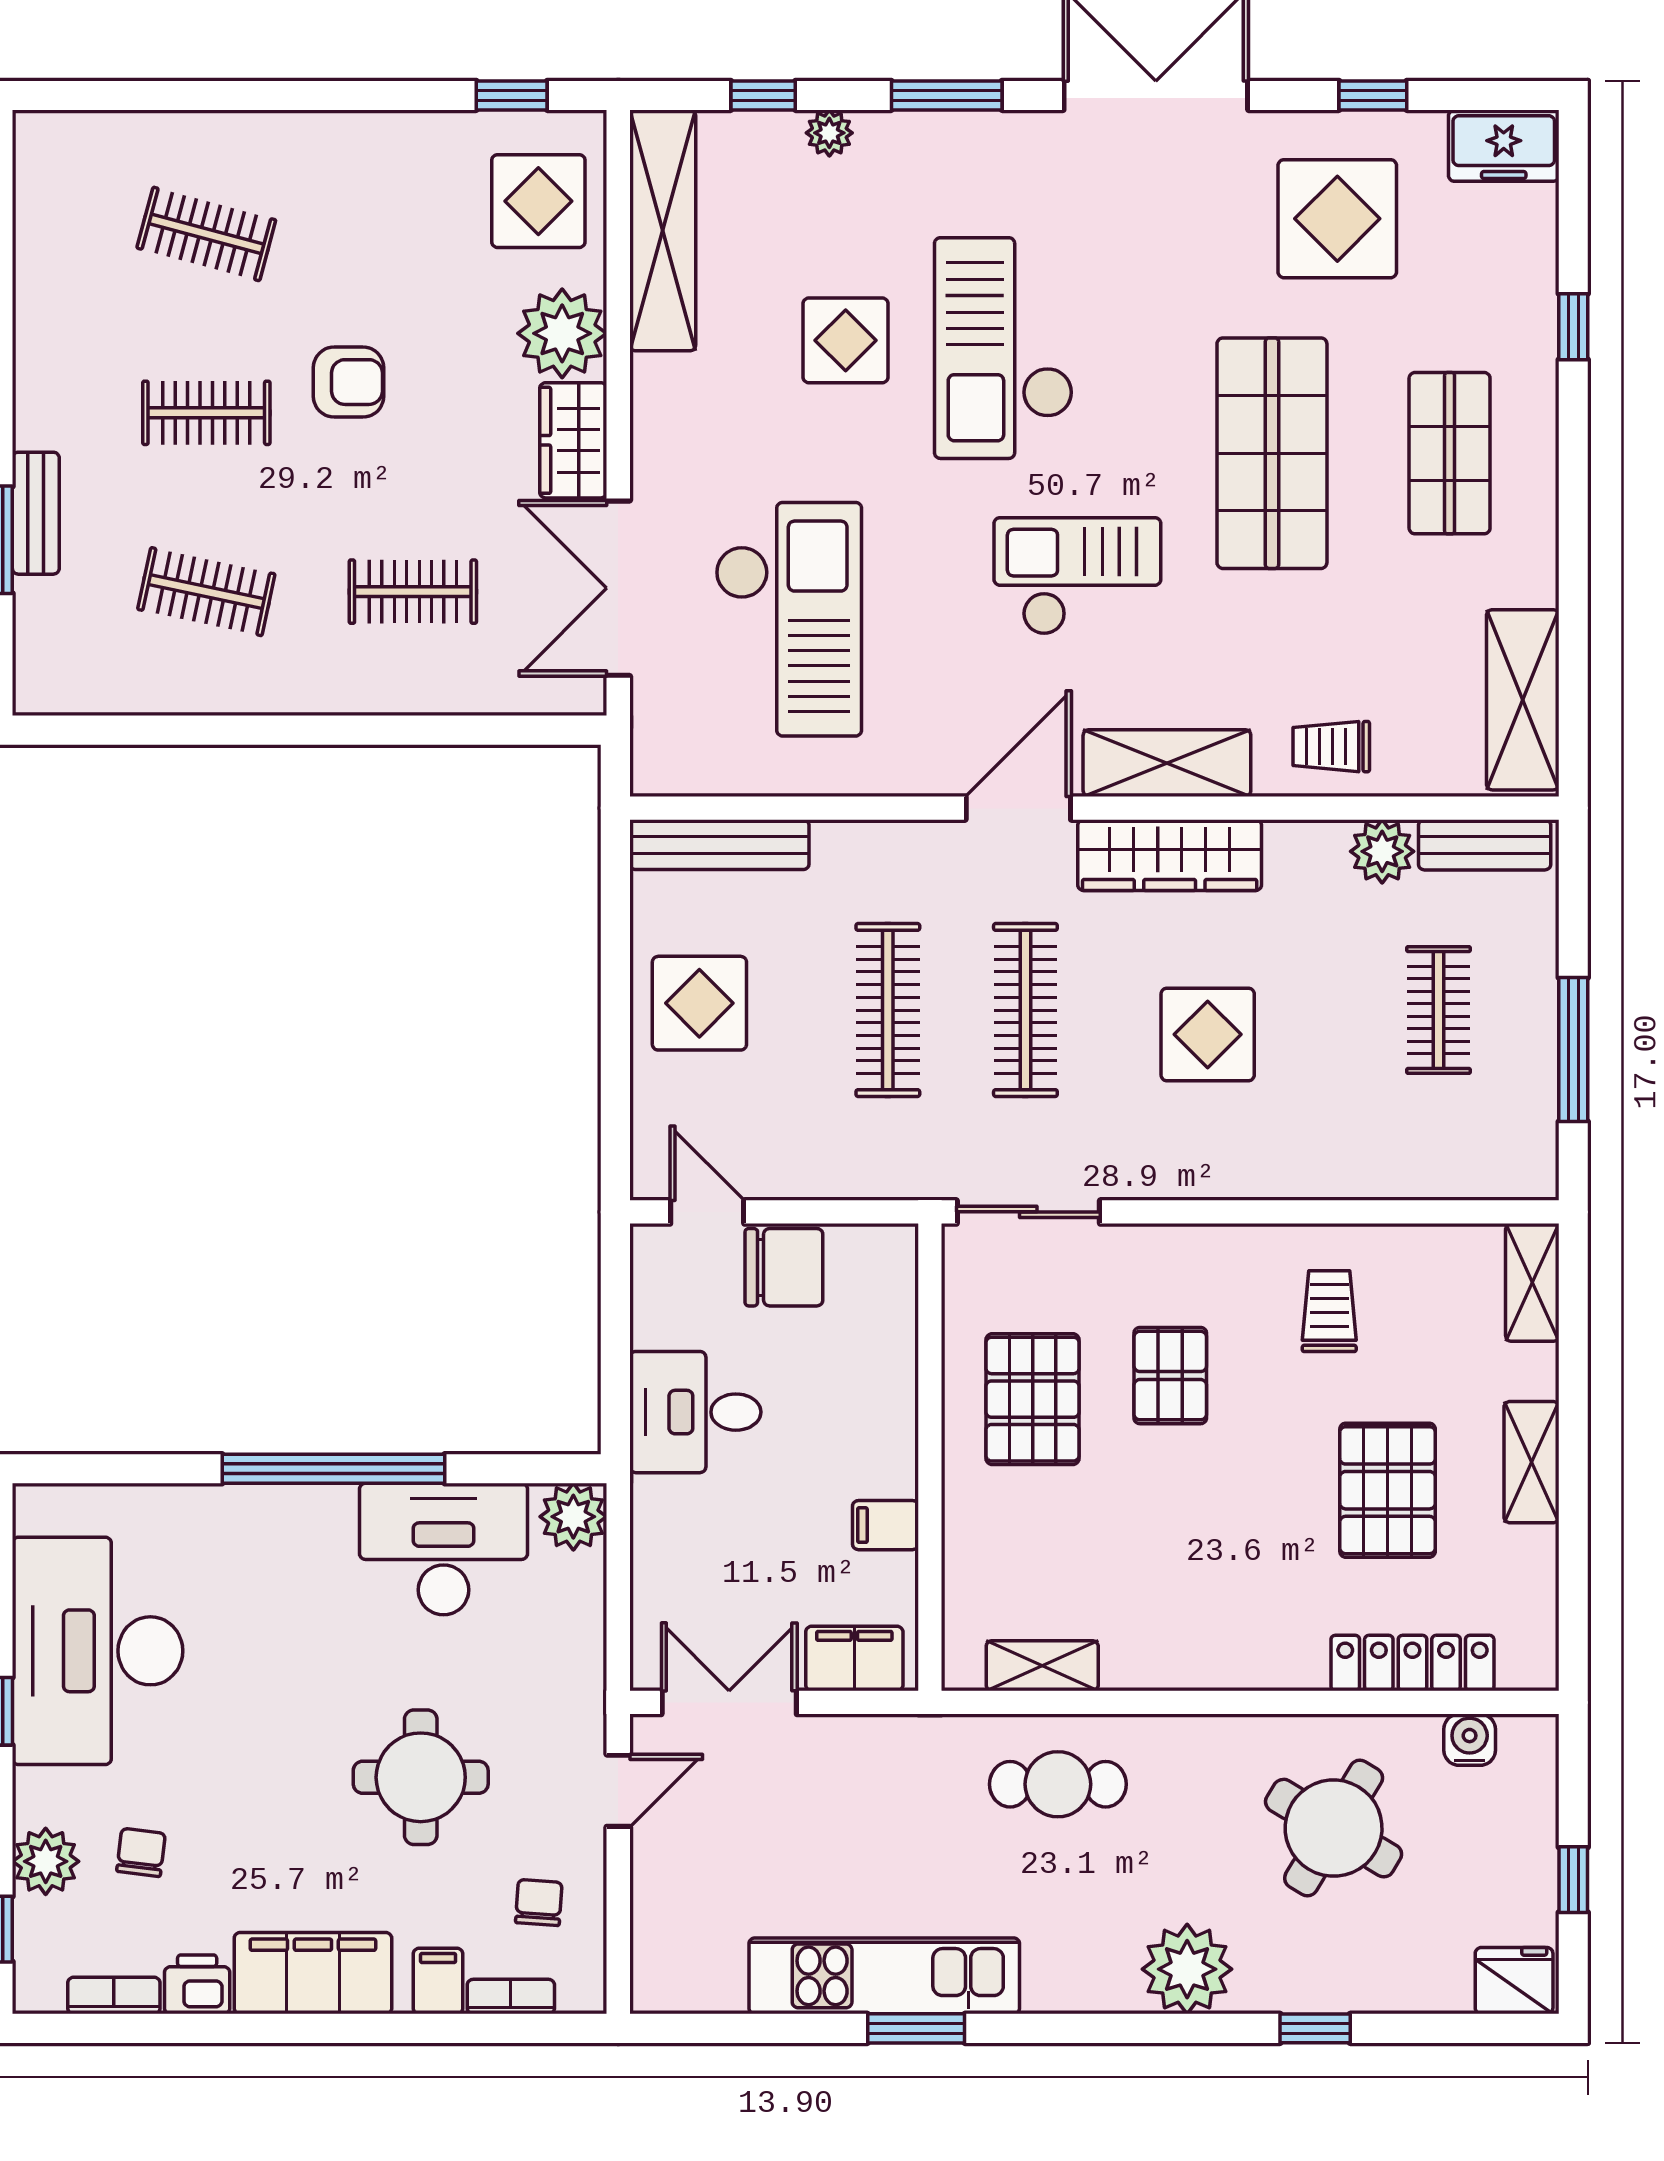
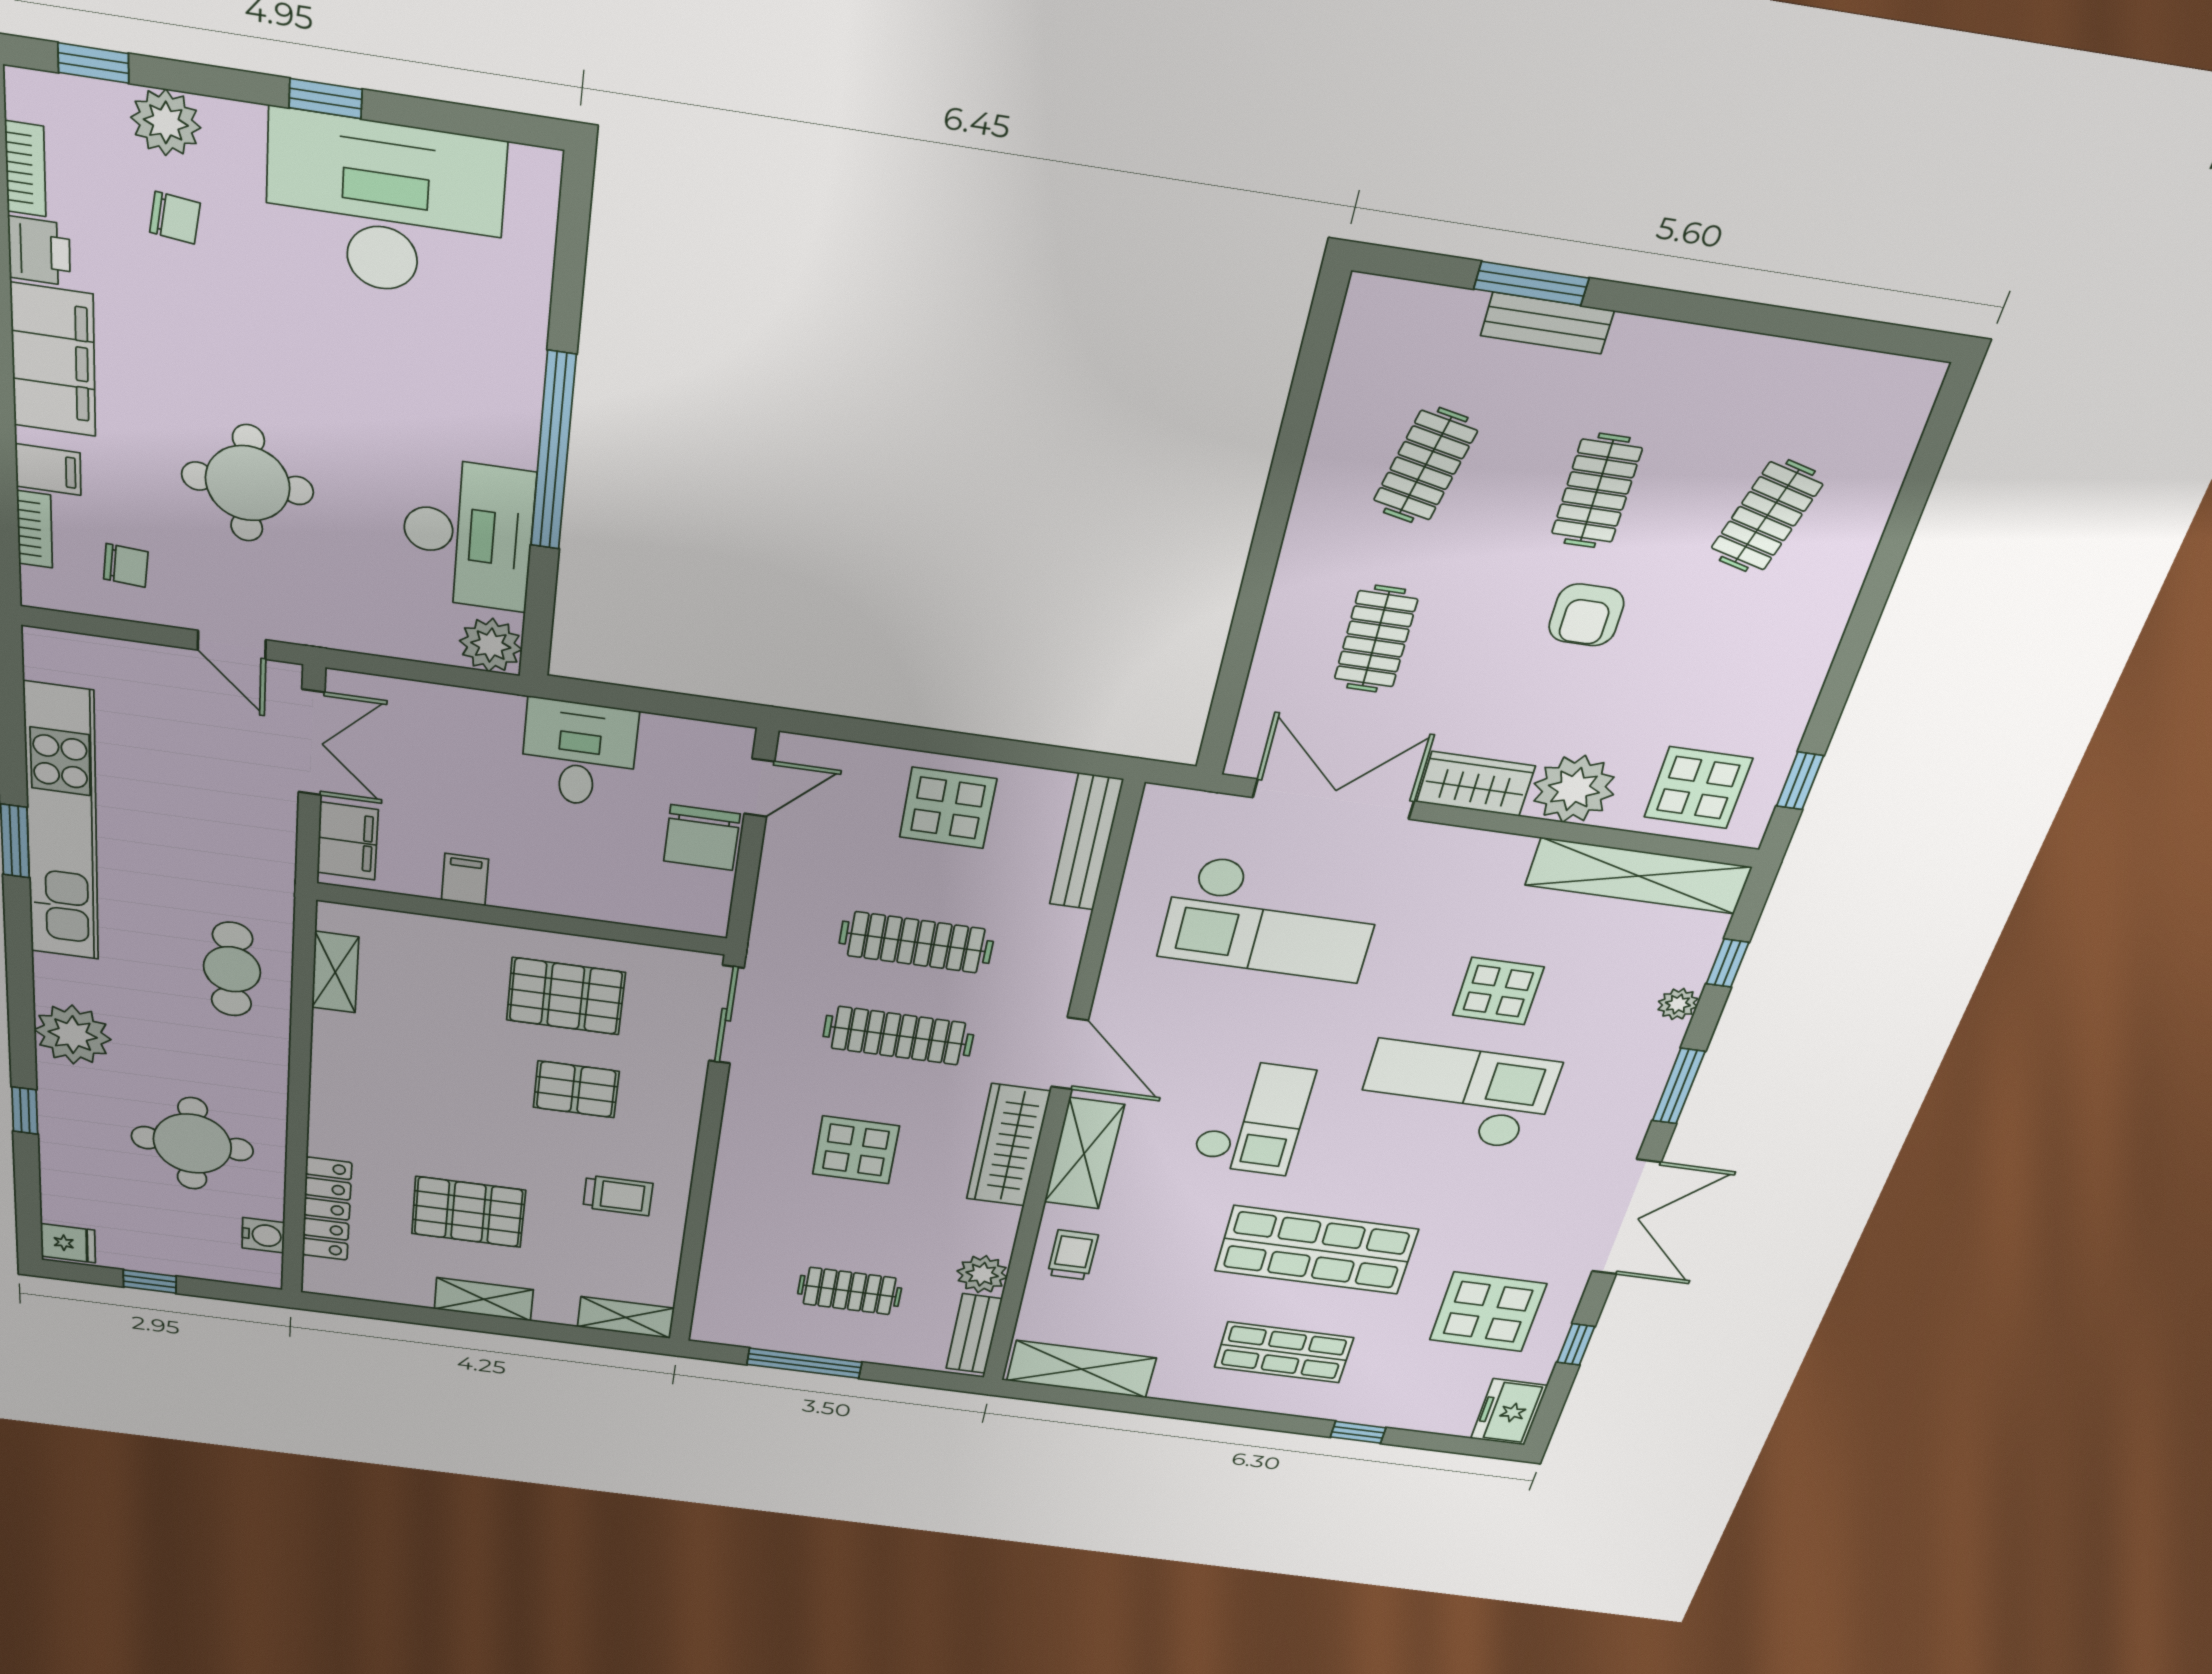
round table: (1334, 1828) -> (192, 1144), turned -31
kitchen unit: (884, 1976) -> (62, 824), width x1.36
fridge: (1514, 1981) -> (68, 1243), width x0.72

